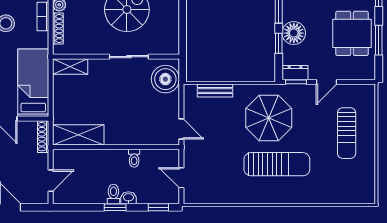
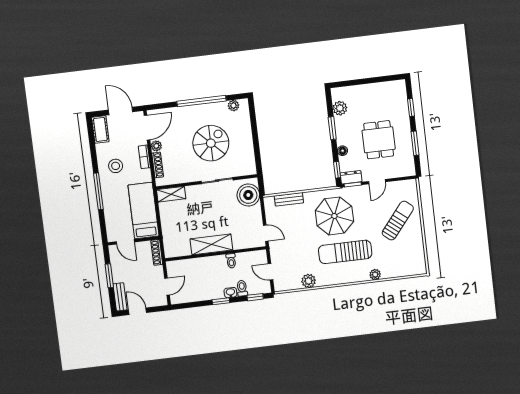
floor lamp: (294, 33) -> (343, 151), width x0.53, depth x0.53
dining table: (352, 33) -> (379, 140), moved
window: (279, 43) -> (337, 170), moved
sun lounger: (347, 133) -> (398, 221), turned -141
shelving: (78, 135) -> (211, 244), moved
sun lounger: (277, 164) -> (345, 252), turned 180
toilet: (113, 194) -> (242, 288), moved
plant: (227, 195) -> (309, 281), added
plant: (311, 197) -> (375, 275), added

